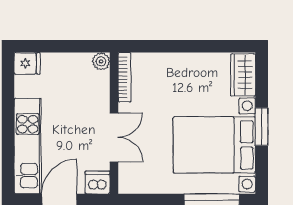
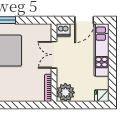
plant: (101, 61) -> (65, 92), width x1.88, depth x1.88

